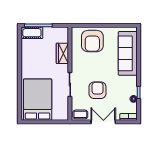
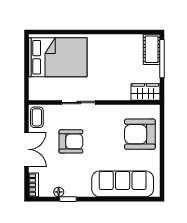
wardrobe: (62, 53) -> (145, 92), moved

